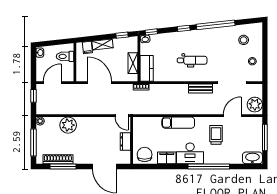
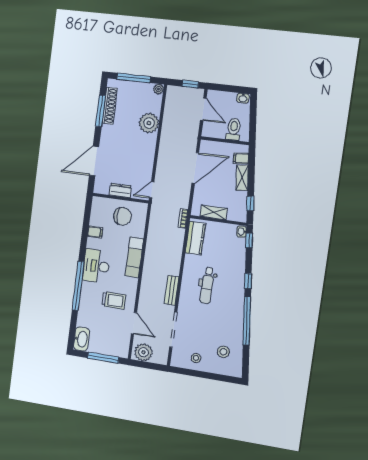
kitchen counter: (147, 68) -> (195, 238), moved, turned -90
chair: (145, 154) -> (123, 216), moved
filing cabinet: (167, 158) -> (95, 232), width x0.50

